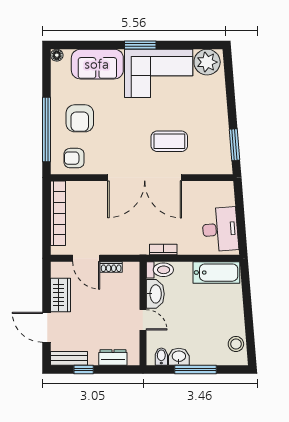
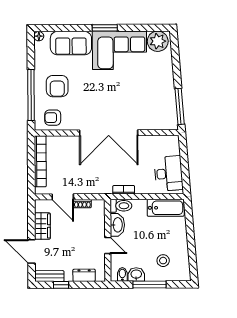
coffee table: (169, 141) -> (128, 104), removed
window: (235, 145) -> (180, 106), width x1.44
stool: (236, 344) -> (163, 261), moved

